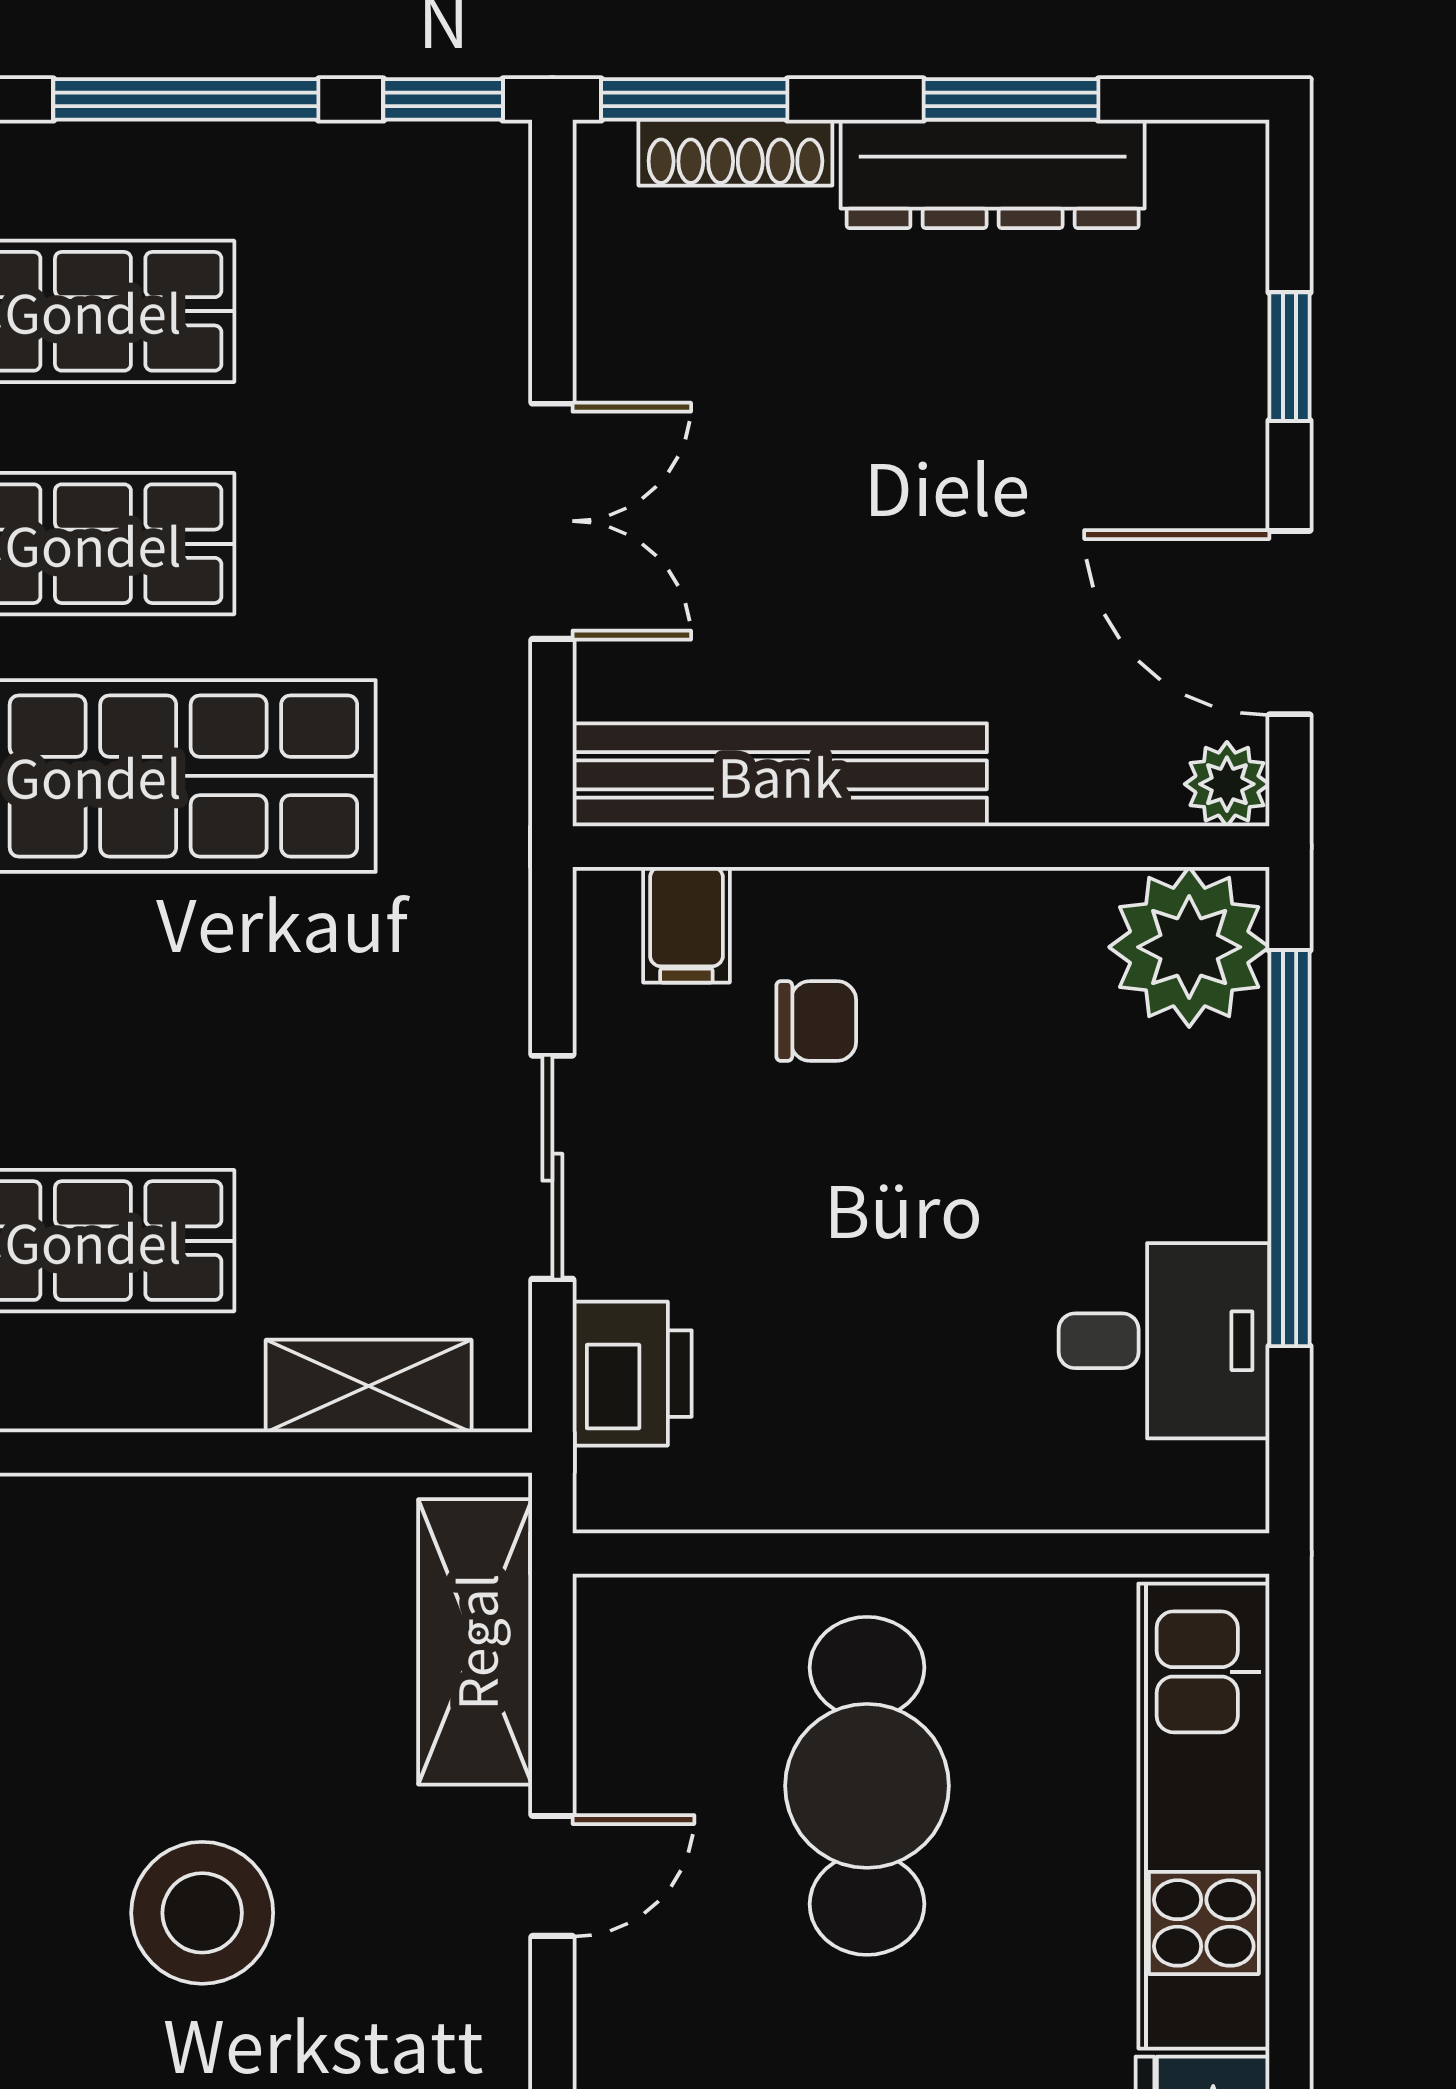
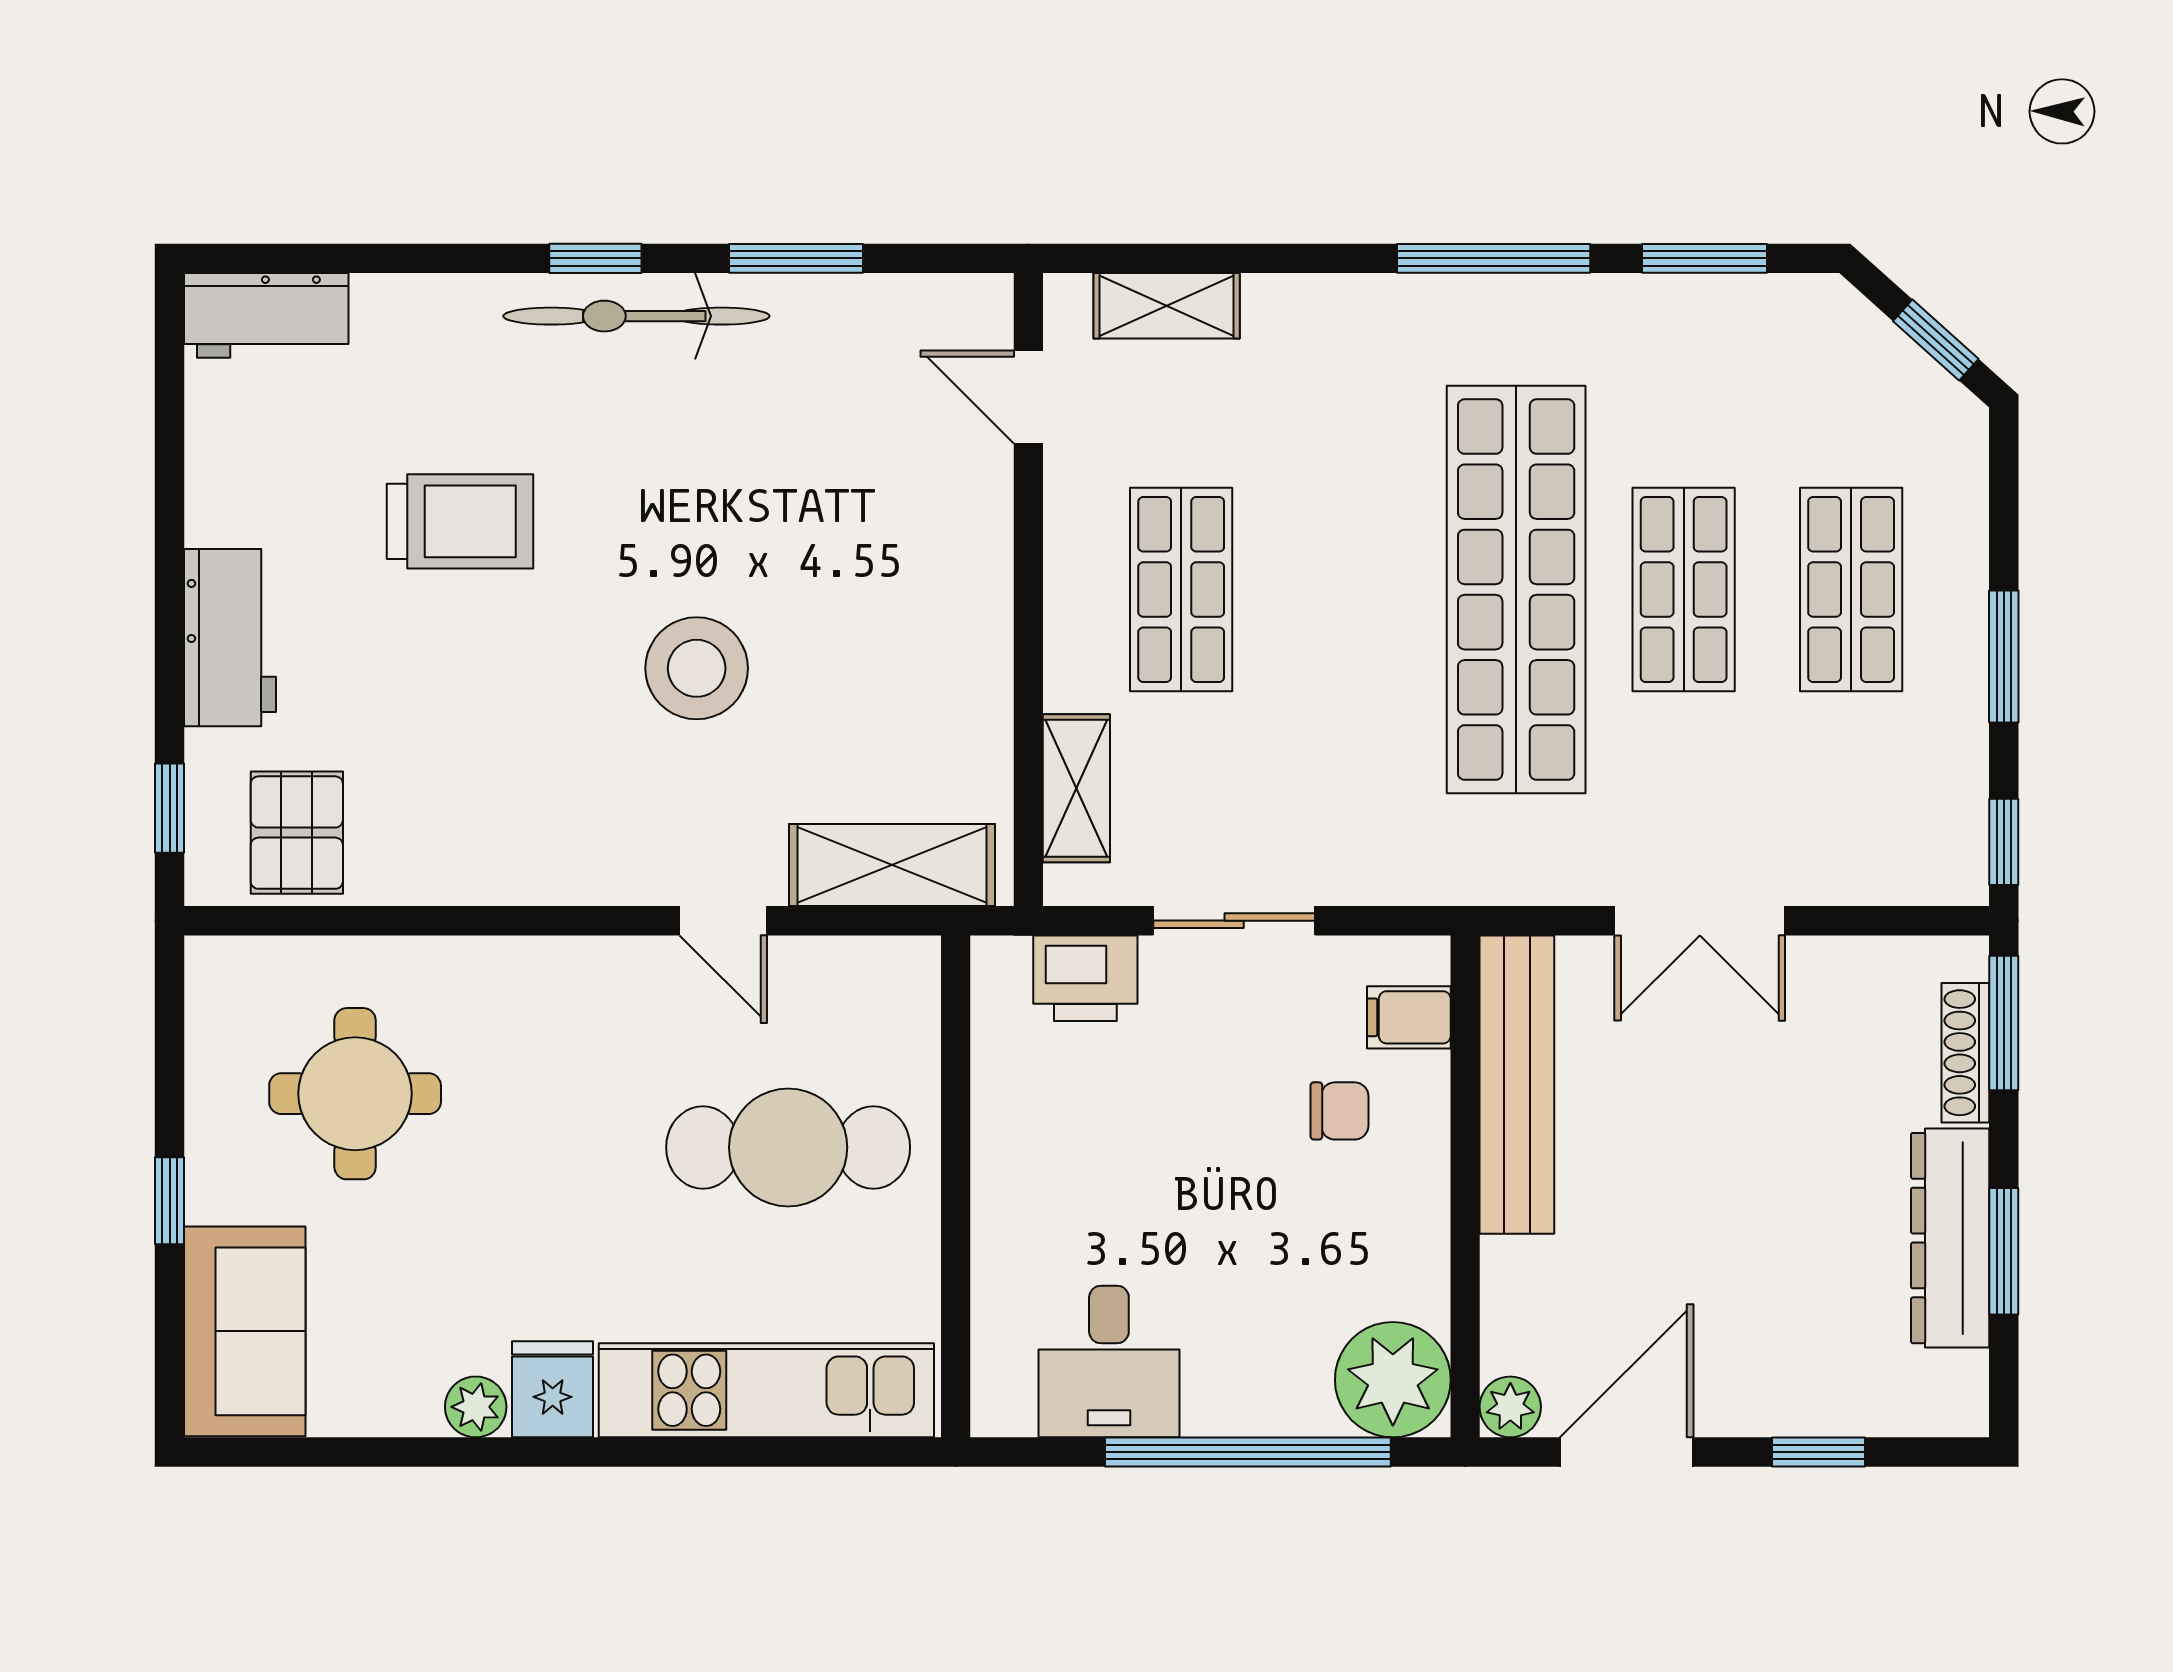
window: (186, 99) -> (2004, 657), width x0.69
chair: (816, 1021) -> (1339, 1111), turned -90

